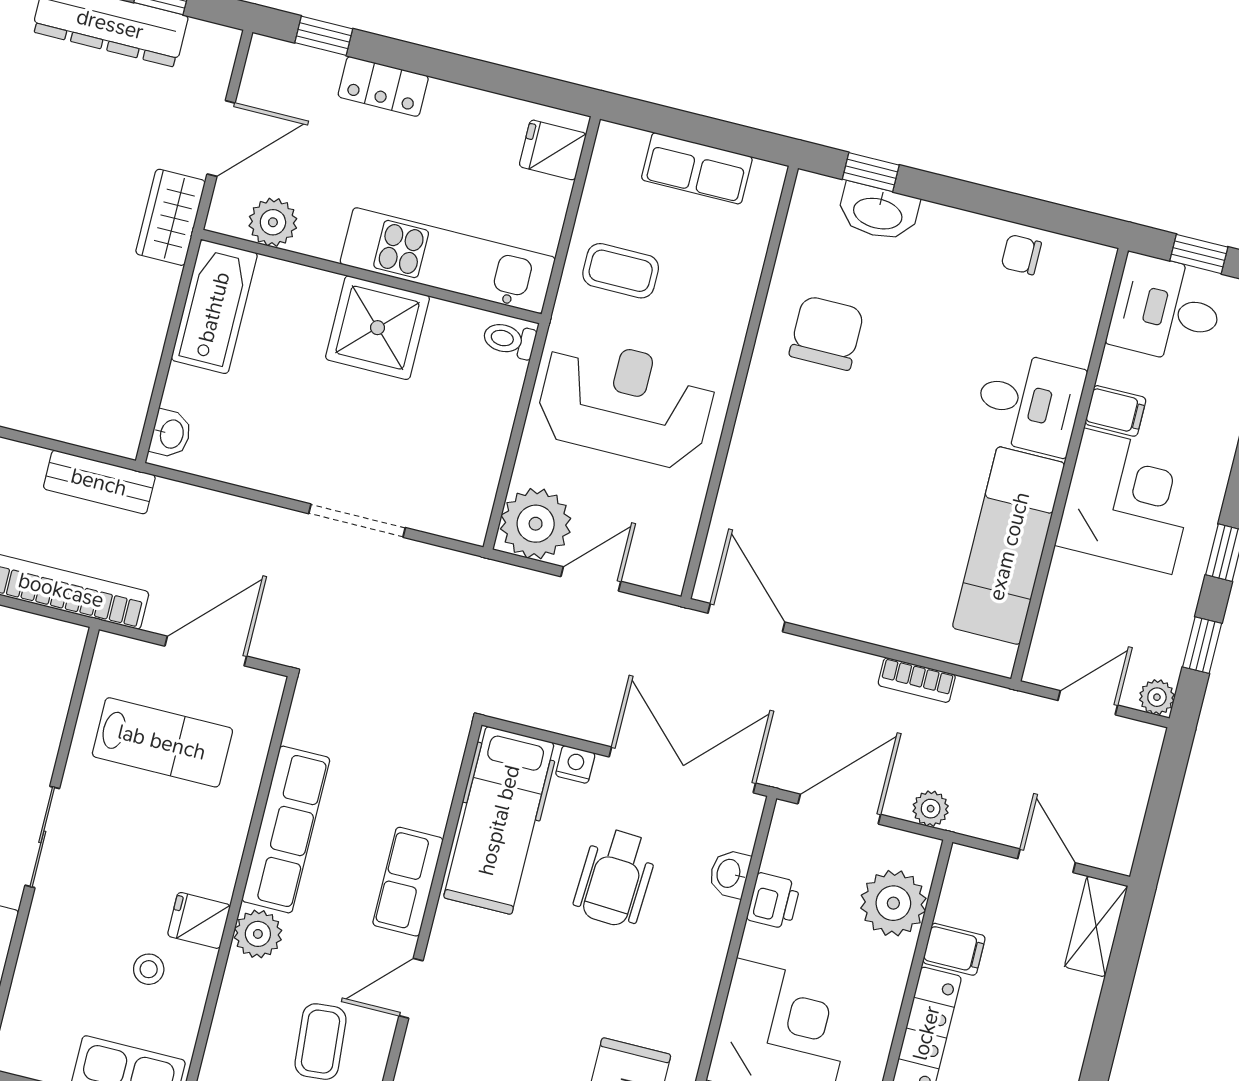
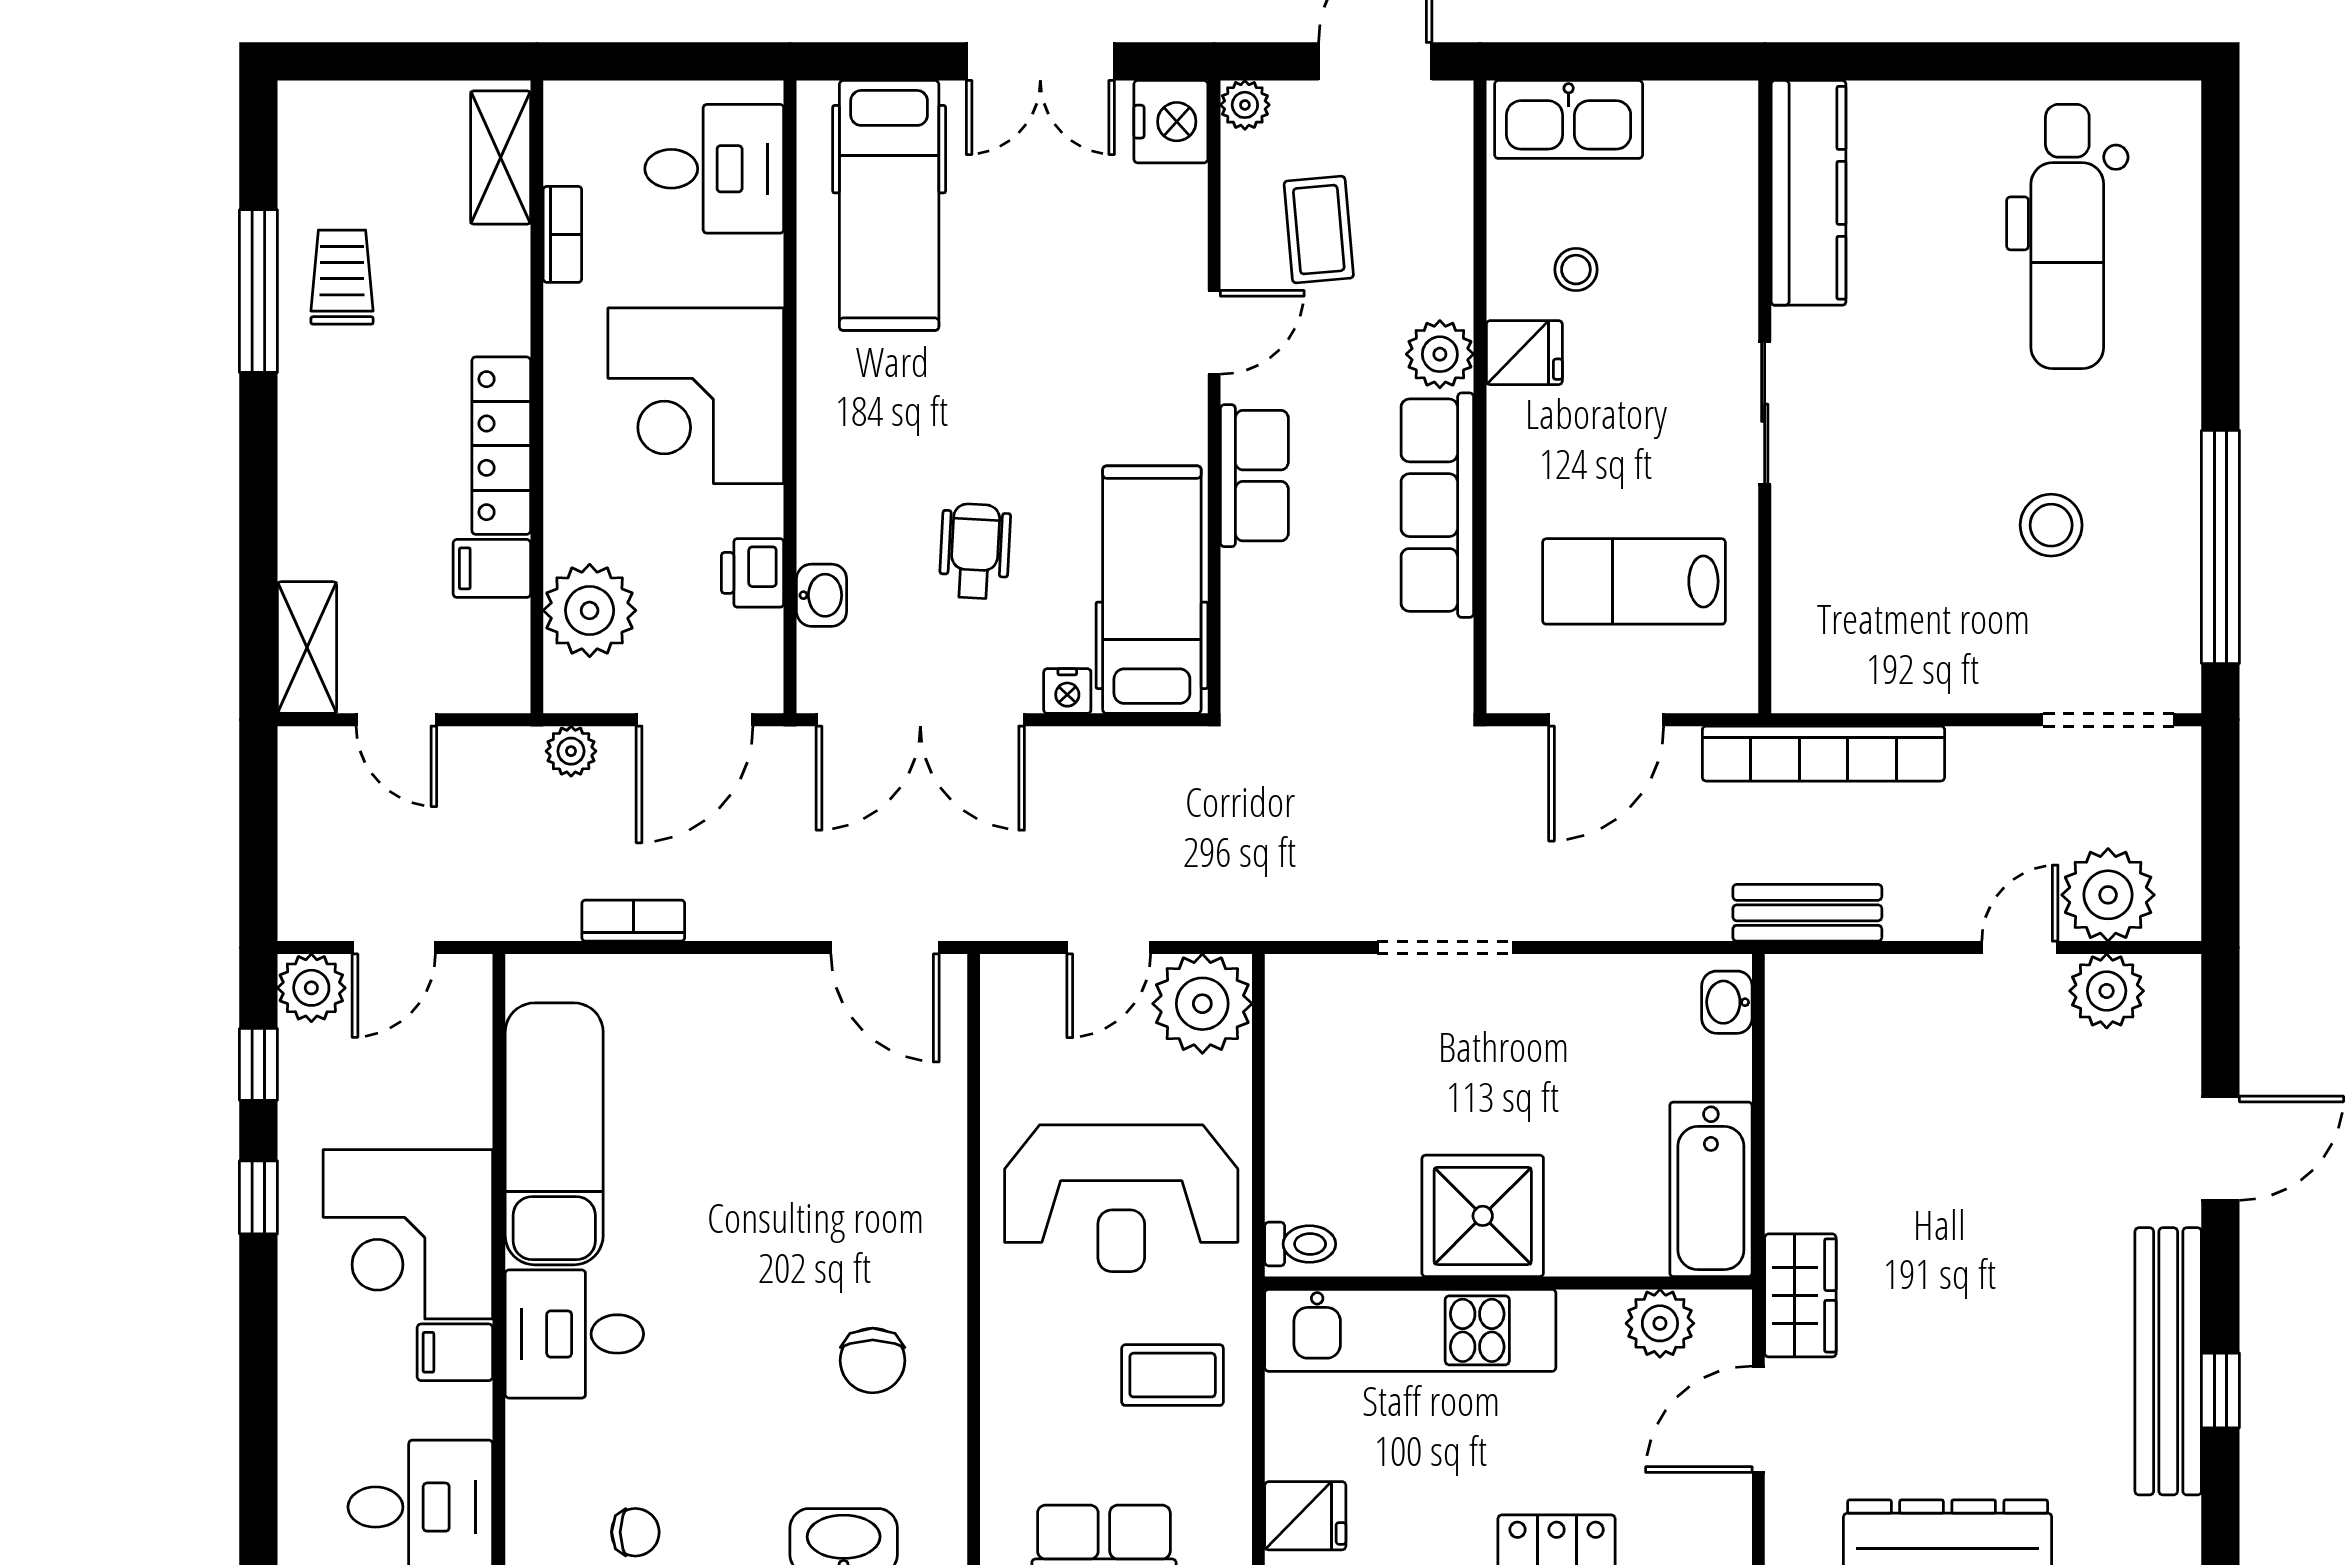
chair: (827, 333) -> (873, 1360), width x0.73, depth x0.73
plant: (1157, 697) -> (311, 988), width x1.38, depth x1.38
wheelchair: (615, 878) -> (975, 551), width x0.73, depth x0.73

